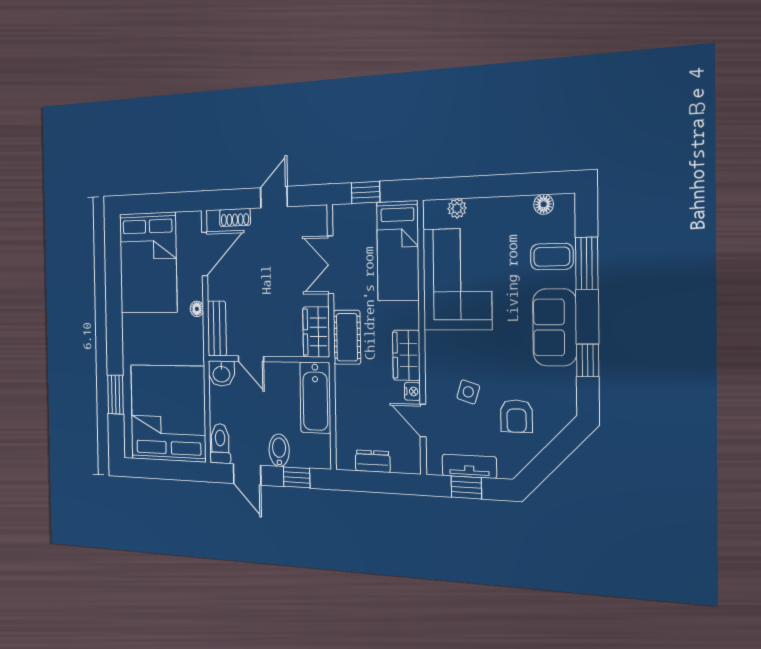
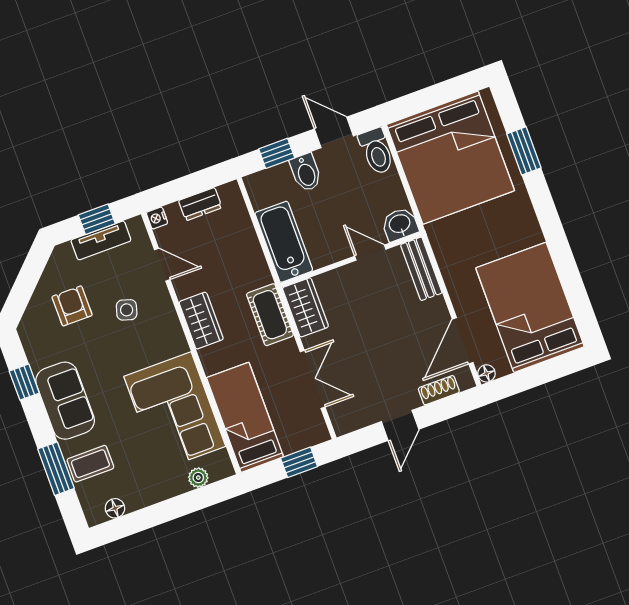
floor lamp: (197, 309) -> (487, 373), moved
nightstand: (412, 391) -> (157, 218), moved

